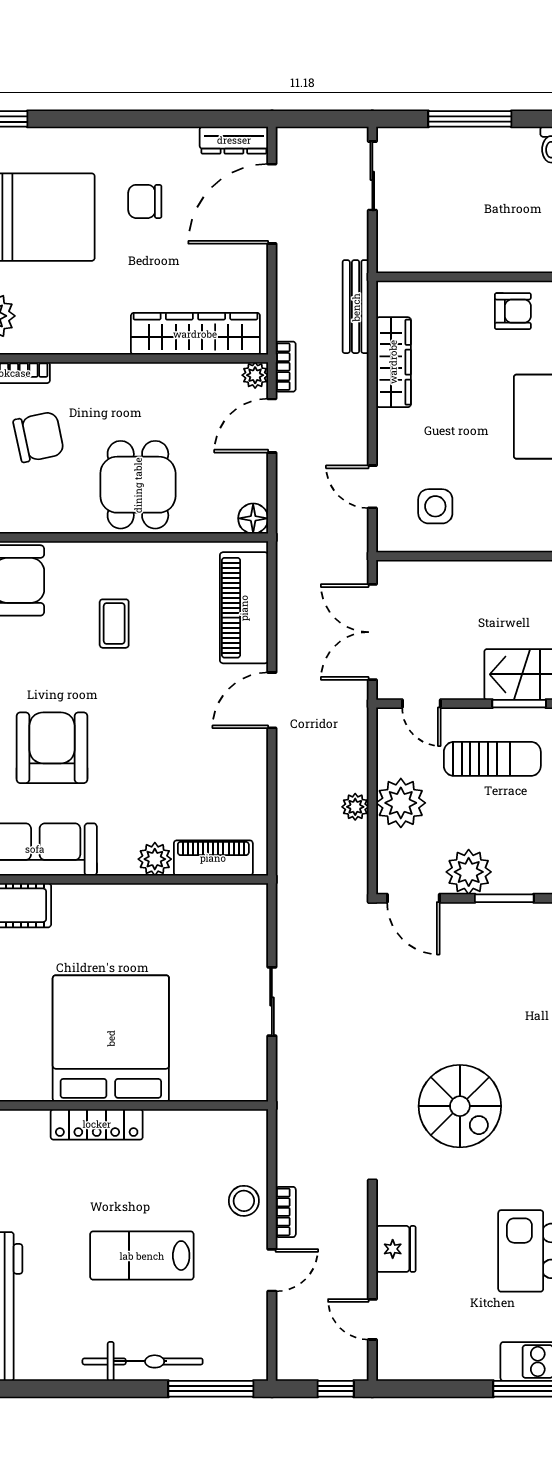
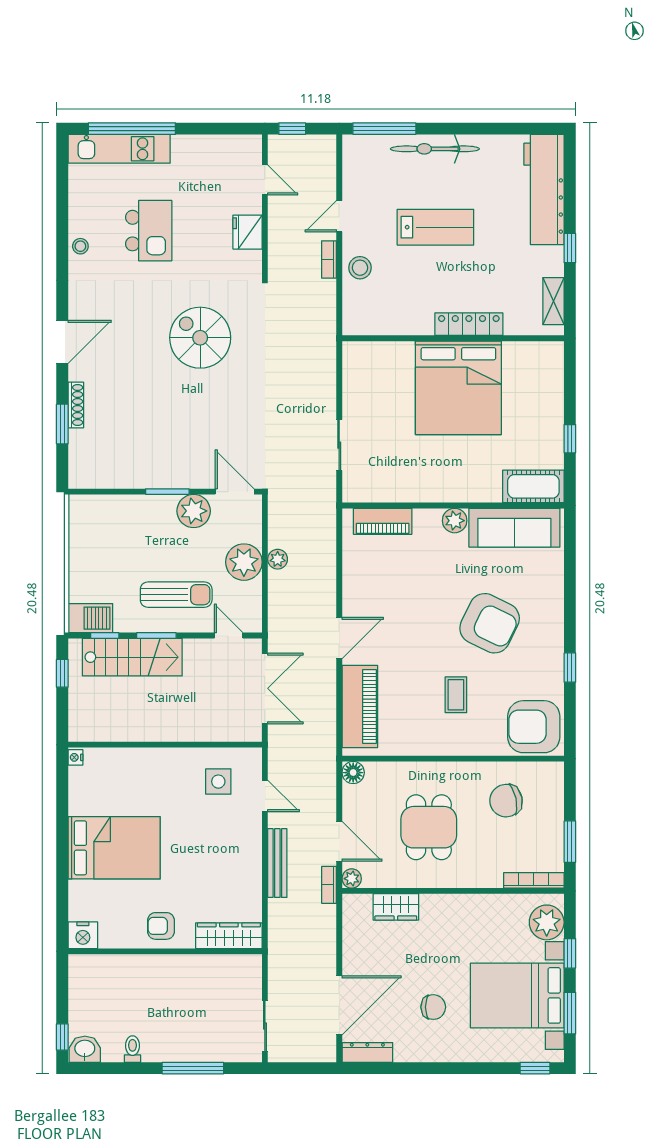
bench: (356, 307) -> (277, 863), moved
wardrobe: (195, 334) -> (396, 907), width x0.48, depth x0.85
wardrobe: (393, 362) -> (229, 936), moved, turned 90
door: (272, 426) -> (339, 841), hinge flipped
chair: (39, 437) -> (506, 801), moved
dining table: (138, 485) -> (429, 827), moved
armchair: (52, 748) -> (490, 623), moved, turned -64
sun lounger: (492, 759) -> (176, 595), turned 180
plant: (155, 859) -> (455, 521), moved
sliding door: (272, 1001) -> (339, 445), moved

